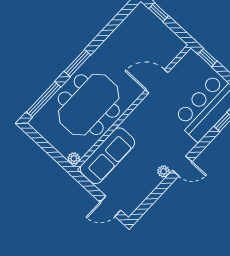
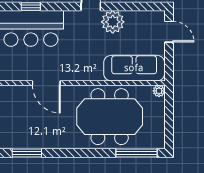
window: (77, 63) -> (27, 153), moved
plant: (164, 171) -> (113, 22), width x1.88, depth x1.88

